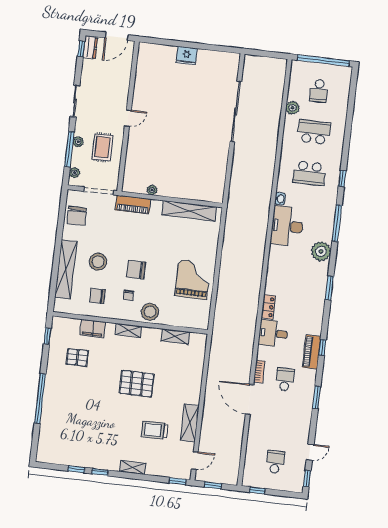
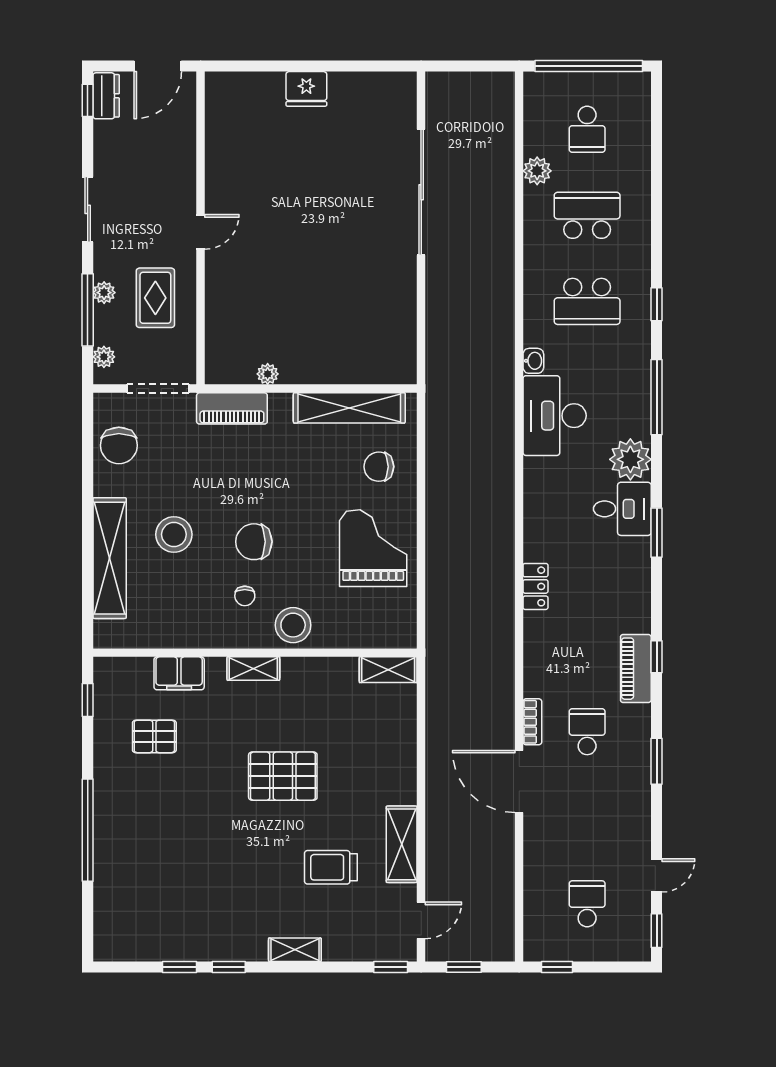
chair: (97, 296) -> (379, 467), moved
desk: (273, 333) -> (622, 509), moved, turned 180
shelving: (175, 336) -> (388, 670), moved

